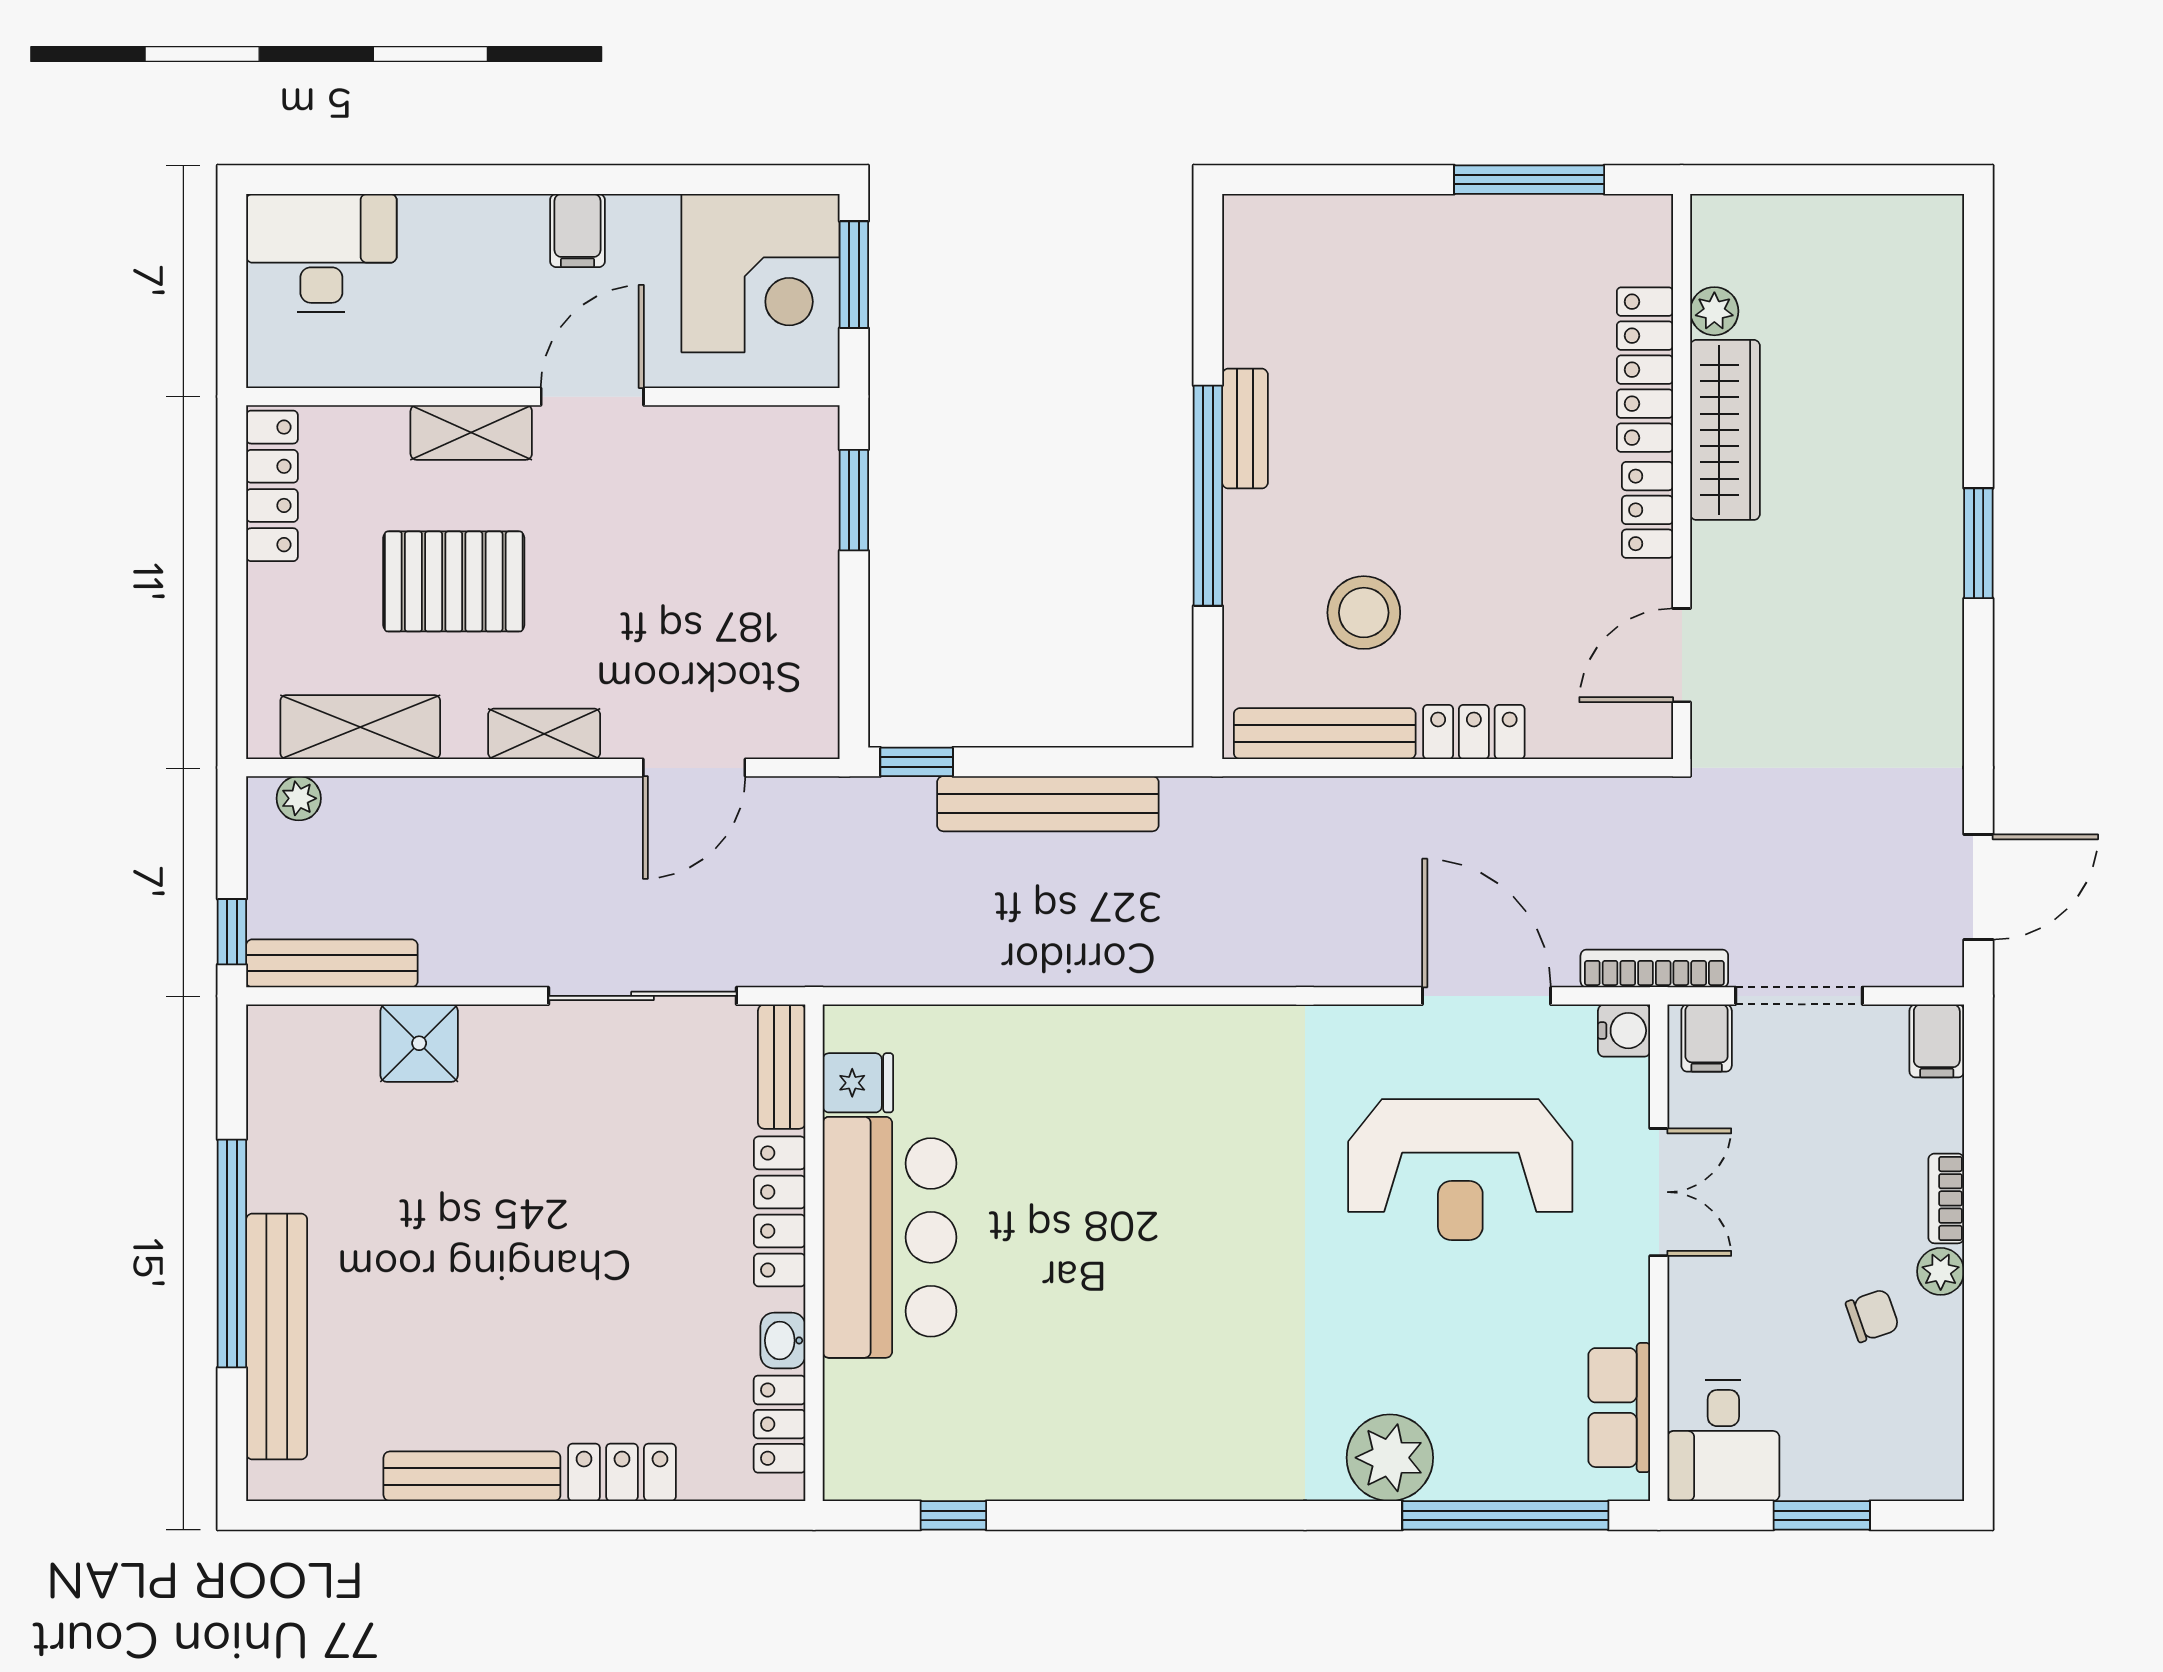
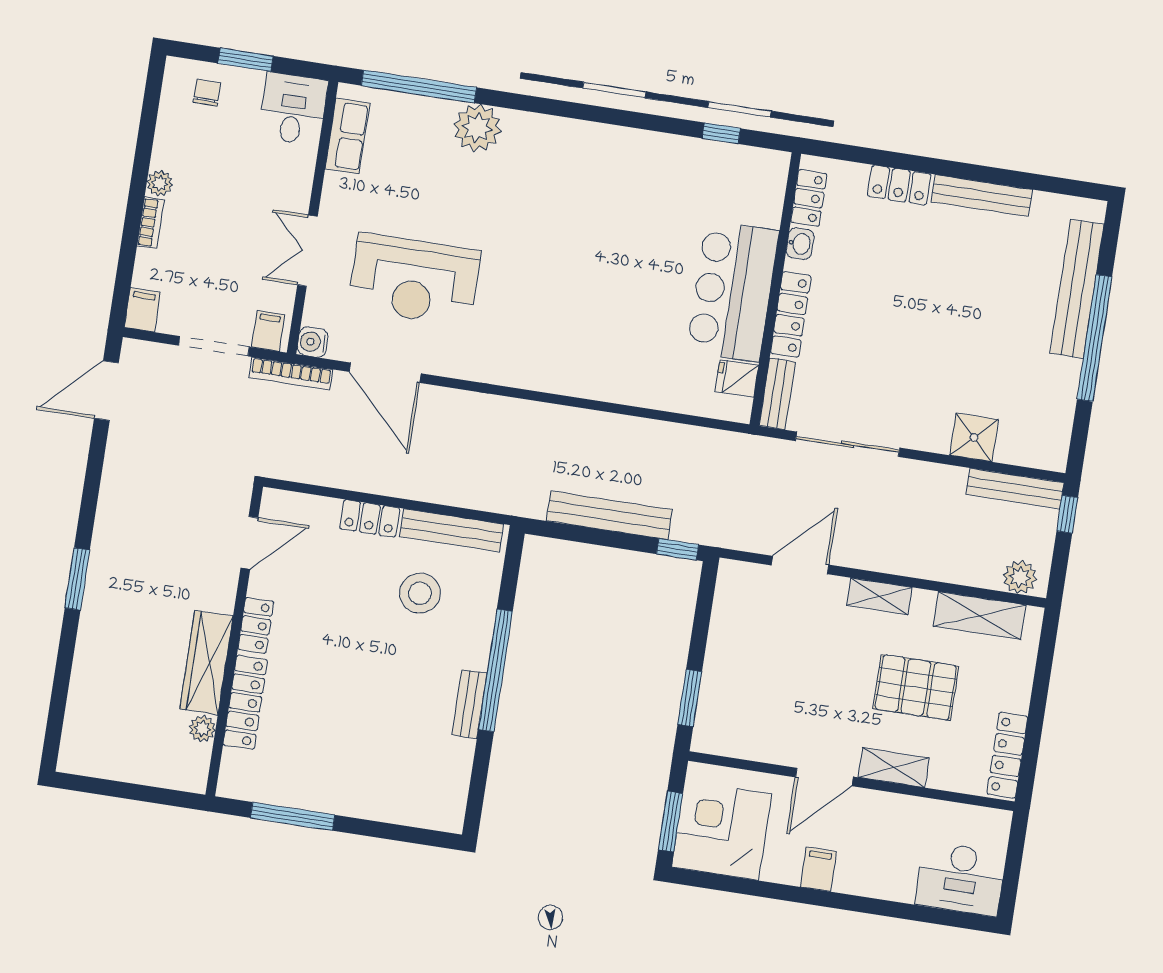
plant: (299, 798) -> (1020, 577), width x1.38, depth x1.38
reception desk: (1460, 1170) -> (414, 280), turned 180
chair: (1872, 1316) -> (207, 93), moved, turned 109

